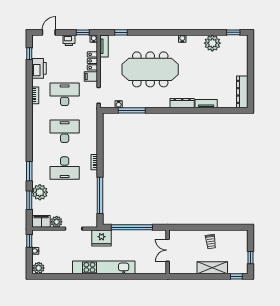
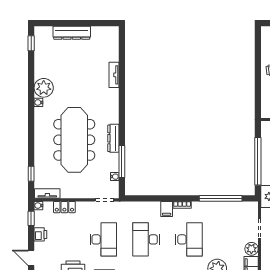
plant: (212, 43) -> (44, 88), moved
filing cabinet: (91, 77) -> (167, 209), moved
dresser: (242, 92) -> (72, 33), moved
desk: (65, 94) -> (103, 239), turned 180
dresser: (182, 103) -> (113, 138), moved

